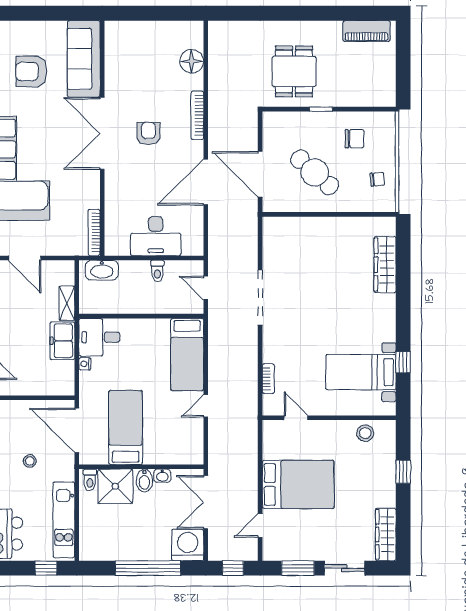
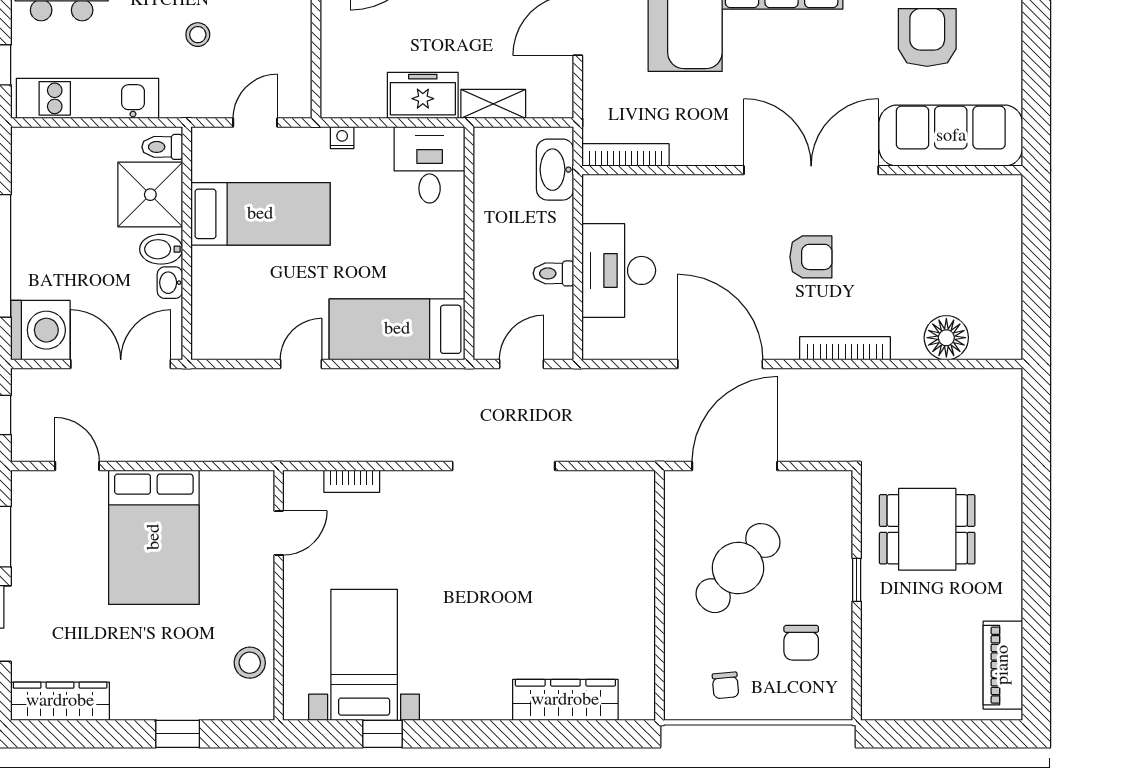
nightstand: (85, 364) -> (342, 138), moved
door: (206, 406) -> (301, 364), hinge flipped
door: (77, 430) -> (255, 123), width x0.53

